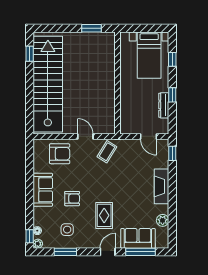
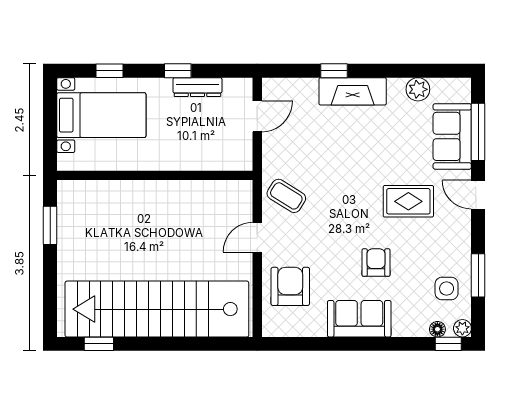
window: (172, 153) -> (334, 71), moved
side table: (67, 230) -> (447, 289), moved

